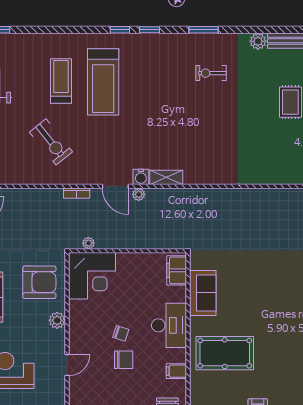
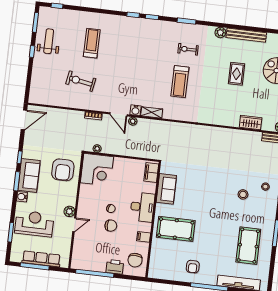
treadmill: (103, 82) -> (180, 82), moved, width x0.73, depth x0.73
exercise bike: (51, 142) -> (81, 81), turned 139
armchair: (39, 282) -> (63, 170), turned 90
plant: (57, 320) -> (69, 211), moved

